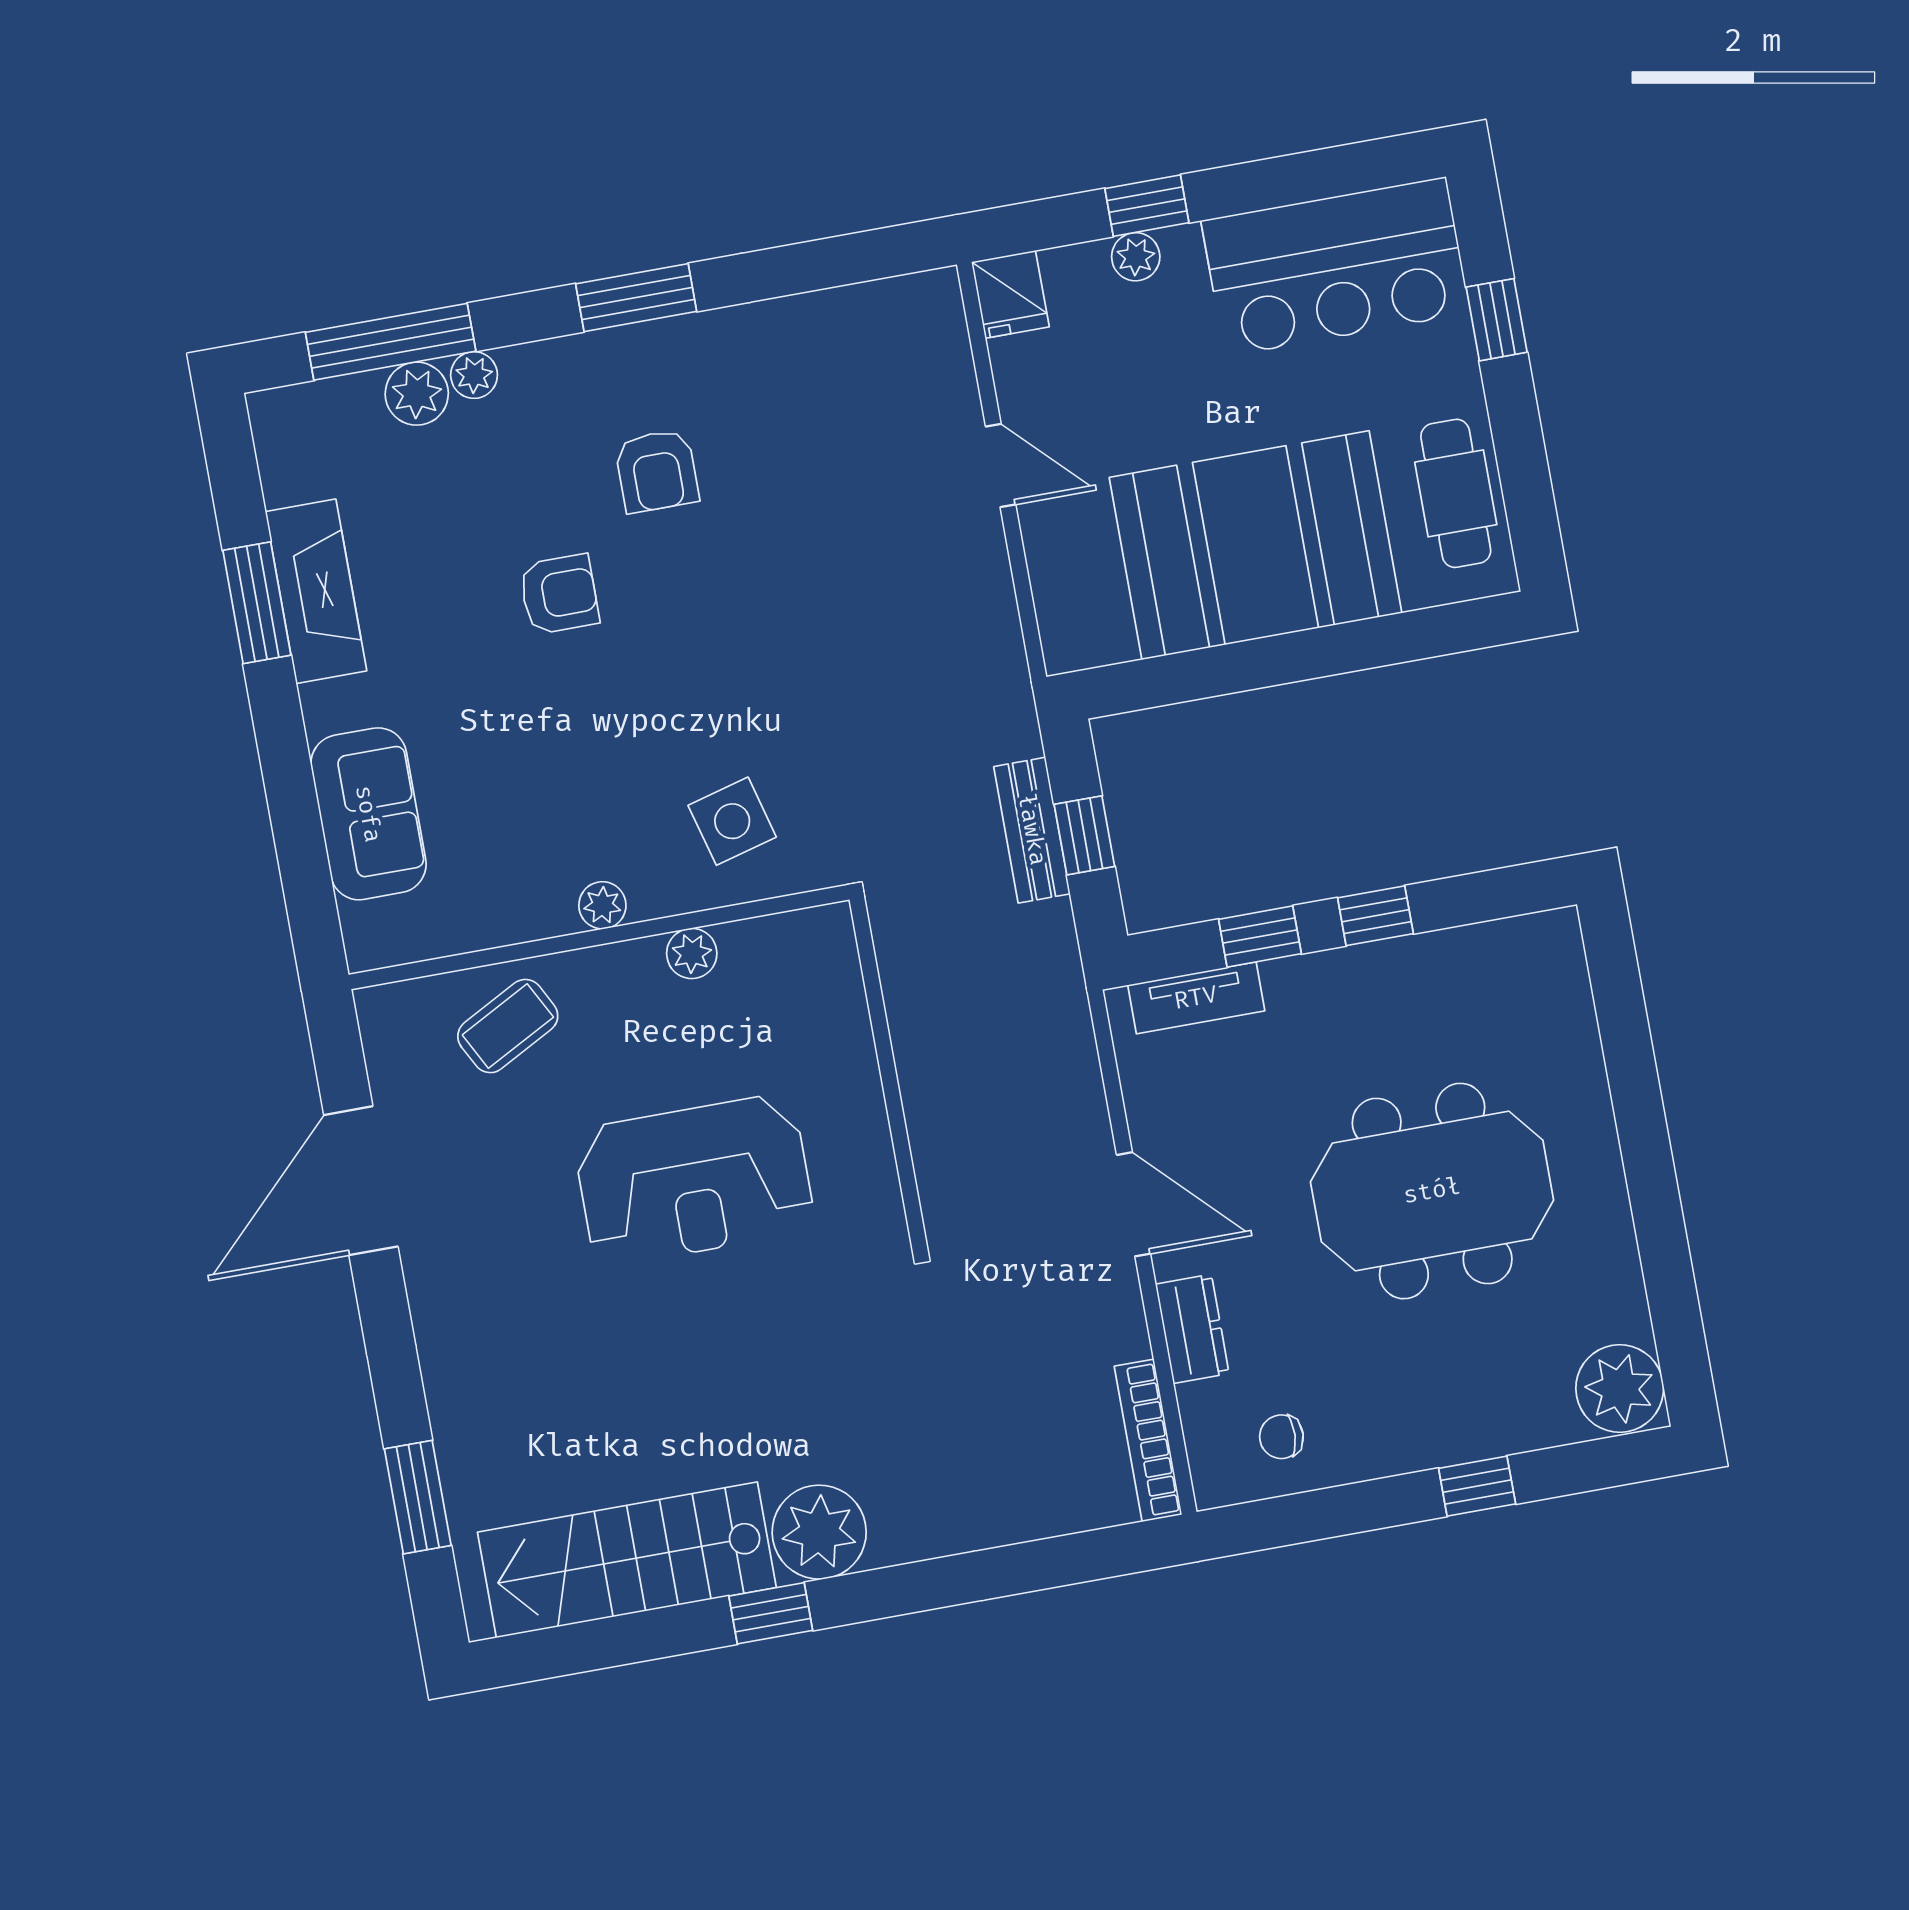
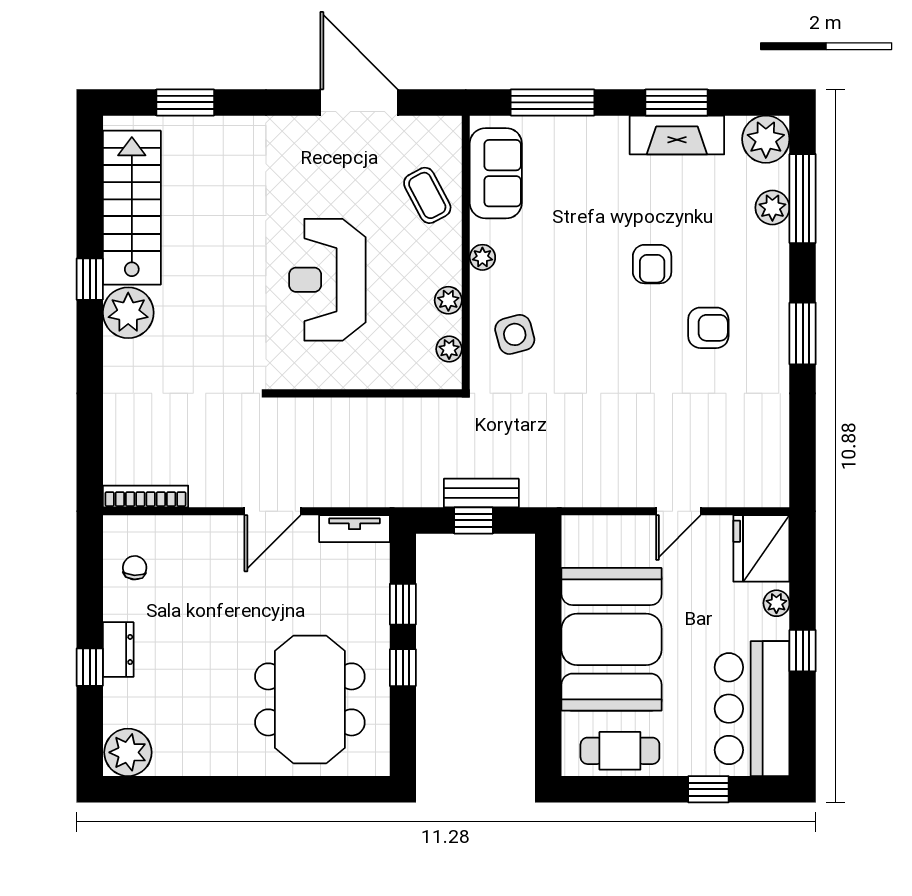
window: (1147, 206) -> (803, 651), moved
fridge: (1010, 294) -> (761, 548), width x1.88, depth x1.34
plant: (474, 375) -> (766, 139), moved, width x1.87, depth x1.87
armchair: (657, 471) -> (708, 328), turned 180
sofa: (368, 814) -> (496, 173), moved, turned -90
window: (297, 829) -> (552, 102), added
plant: (780, 936) -> (449, 349), added
tv unit: (1196, 998) -> (355, 529), moved, turned -90
meeting table: (1432, 1191) -> (310, 699), moved
dresser: (1192, 1329) -> (118, 650), moved, turned -90

